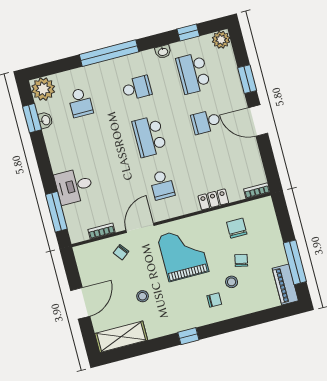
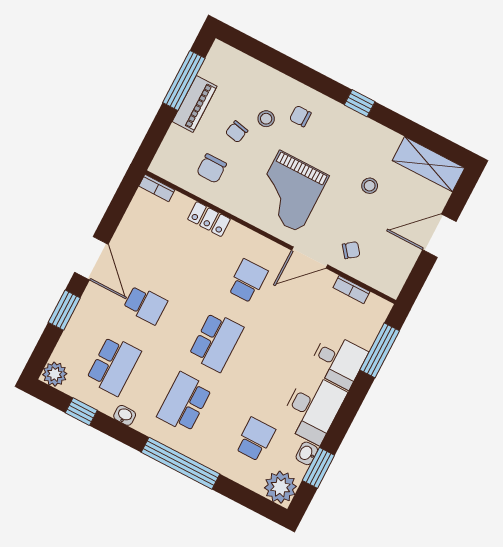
school desk: (137, 88) -> (184, 402), width x1.85
desk: (64, 148) -> (313, 408), added
piano: (285, 285) -> (195, 104), moved

